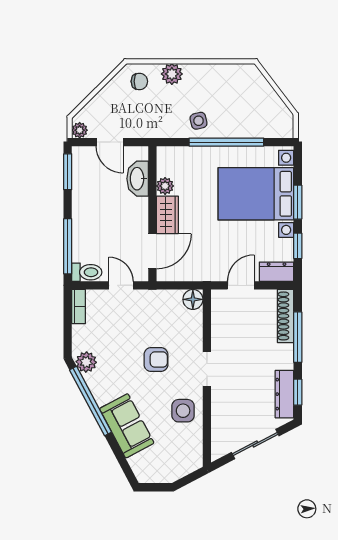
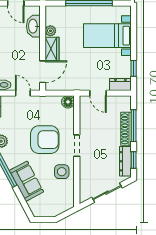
bed with nightstands: (256, 194) -> (107, 36), width x0.73
window: (298, 202) -> (134, 41), removed
door: (241, 285) -> (98, 93), swing flipped
shoe rack: (286, 316) -> (126, 129), moved
armchair: (156, 360) -> (45, 140), width x1.88, depth x1.88

